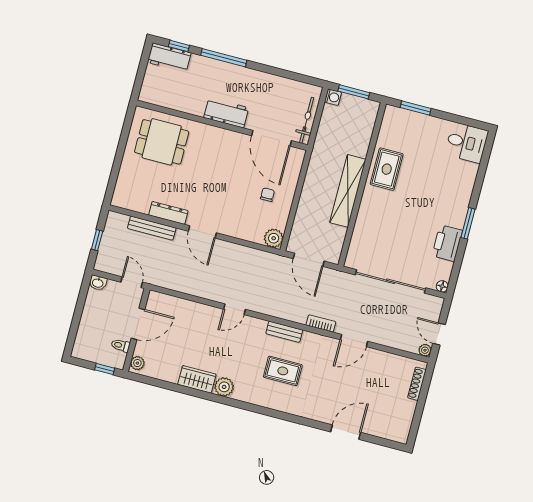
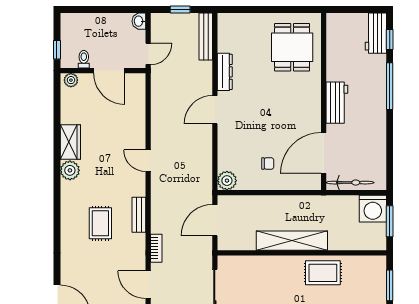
washing machine: (333, 97) -> (373, 209), width x1.89, depth x1.89
bench: (152, 228) -> (206, 37), moved

